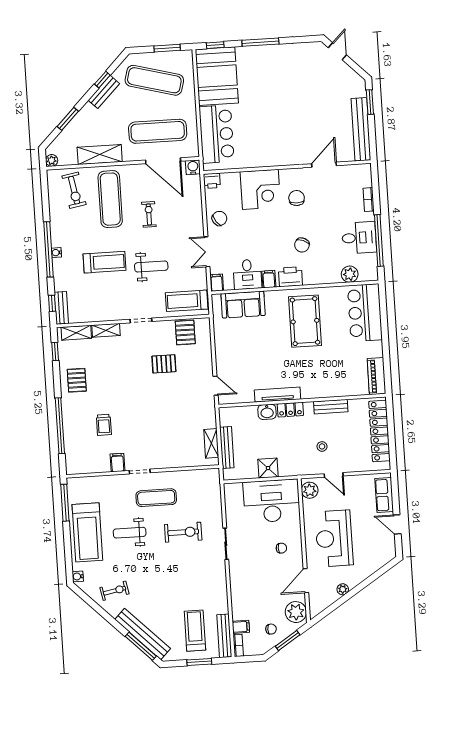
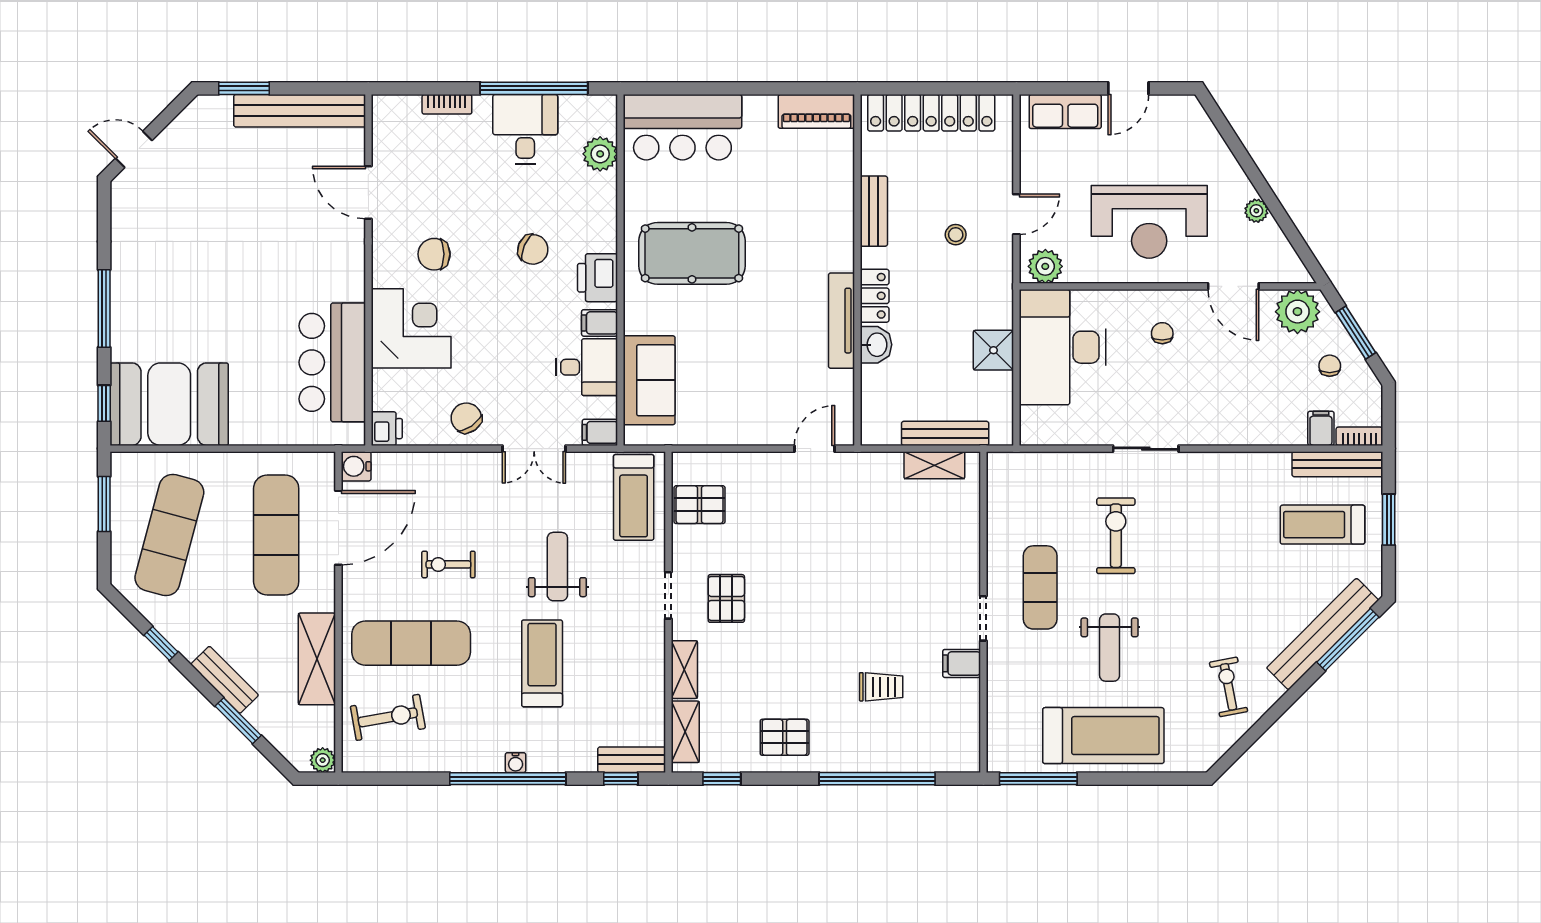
bench: (104, 92) -> (225, 680), moved
bar counter: (217, 134) -> (332, 362), moved, turned -90
pallet: (164, 364) -> (726, 598), moved
water cooler: (78, 576) -> (1194, 762), removed

